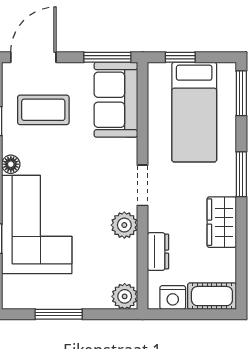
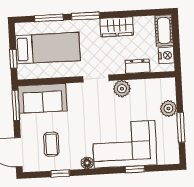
window: (241, 93) -> (49, 18), moved
coffee table: (43, 110) -> (51, 144), width x0.73, depth x0.77
plant: (125, 296) -> (168, 109), moved

